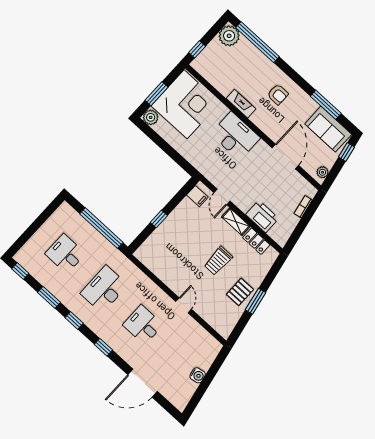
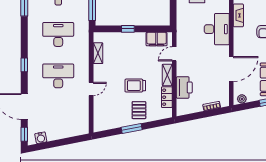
filing cabinet: (197, 196) -> (157, 39), width x2.00
shelving: (156, 268) -> (98, 53), added
pallet: (240, 292) -> (139, 110), moved, turned 90
window: (74, 320) -> (24, 134), moved
desk: (143, 325) -> (58, 76), width x1.37
water cooler: (198, 375) -> (41, 138), moved

